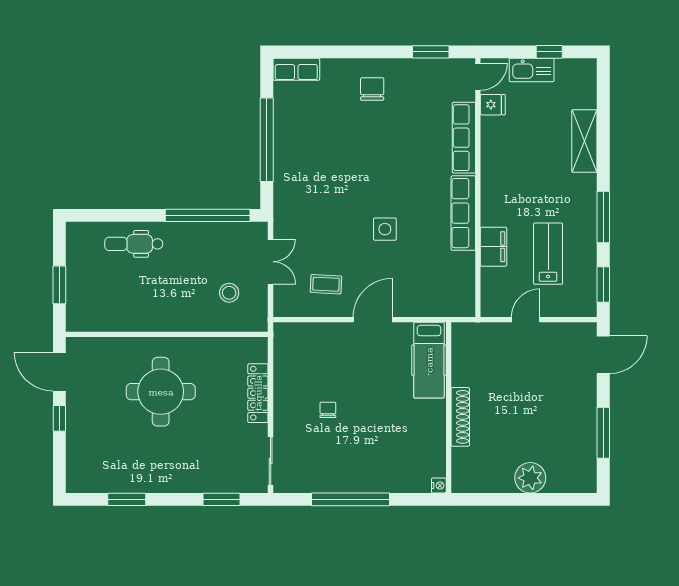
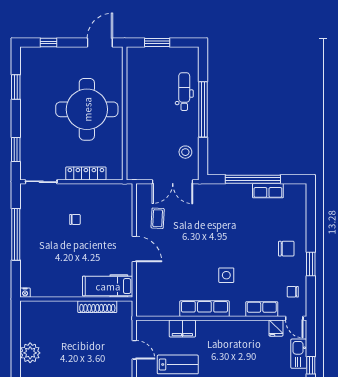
window: (431, 52) -> (311, 264), moved
row of seats: (296, 69) -> (268, 191), moved, turned -90
chair: (438, 79) -> (293, 292), added
row of seats: (464, 138) -> (262, 309), width x0.68
window: (208, 215) -> (203, 109), moved
side table: (385, 229) -> (226, 275), moved
double door: (271, 262) -> (173, 182), width x1.37
stool: (229, 293) -> (185, 152), moved
round table: (161, 392) -> (87, 109), width x1.36, depth x1.36
shoe rack: (460, 417) -> (97, 307), moved
window: (59, 418) -> (49, 43), moved

